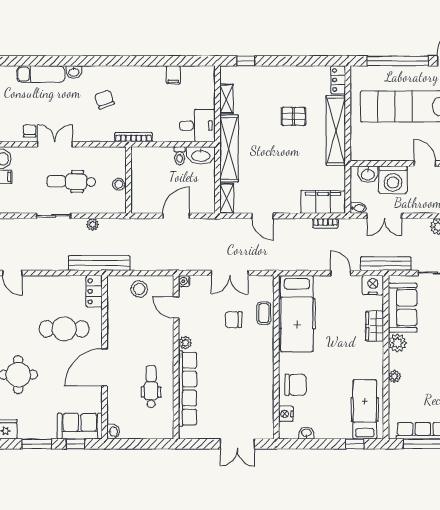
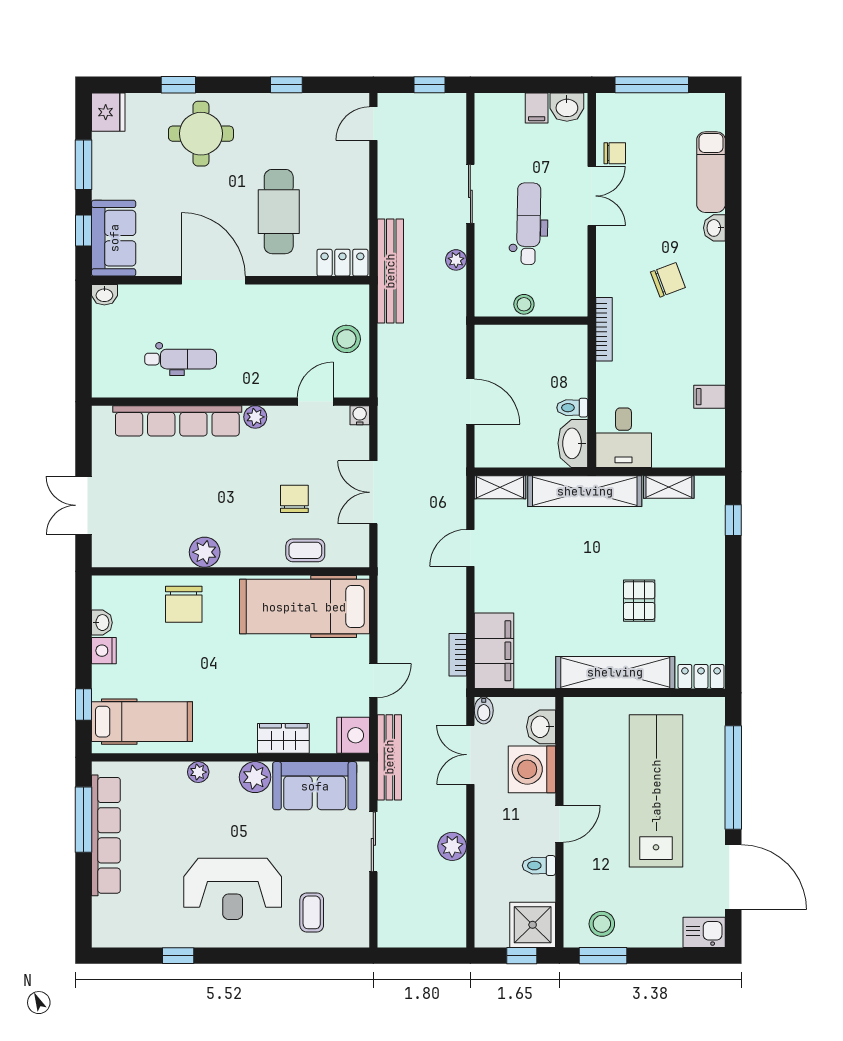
plant: (265, 373) -> (205, 552), added
nightstand: (286, 414) -> (104, 651), moved, turned -90

